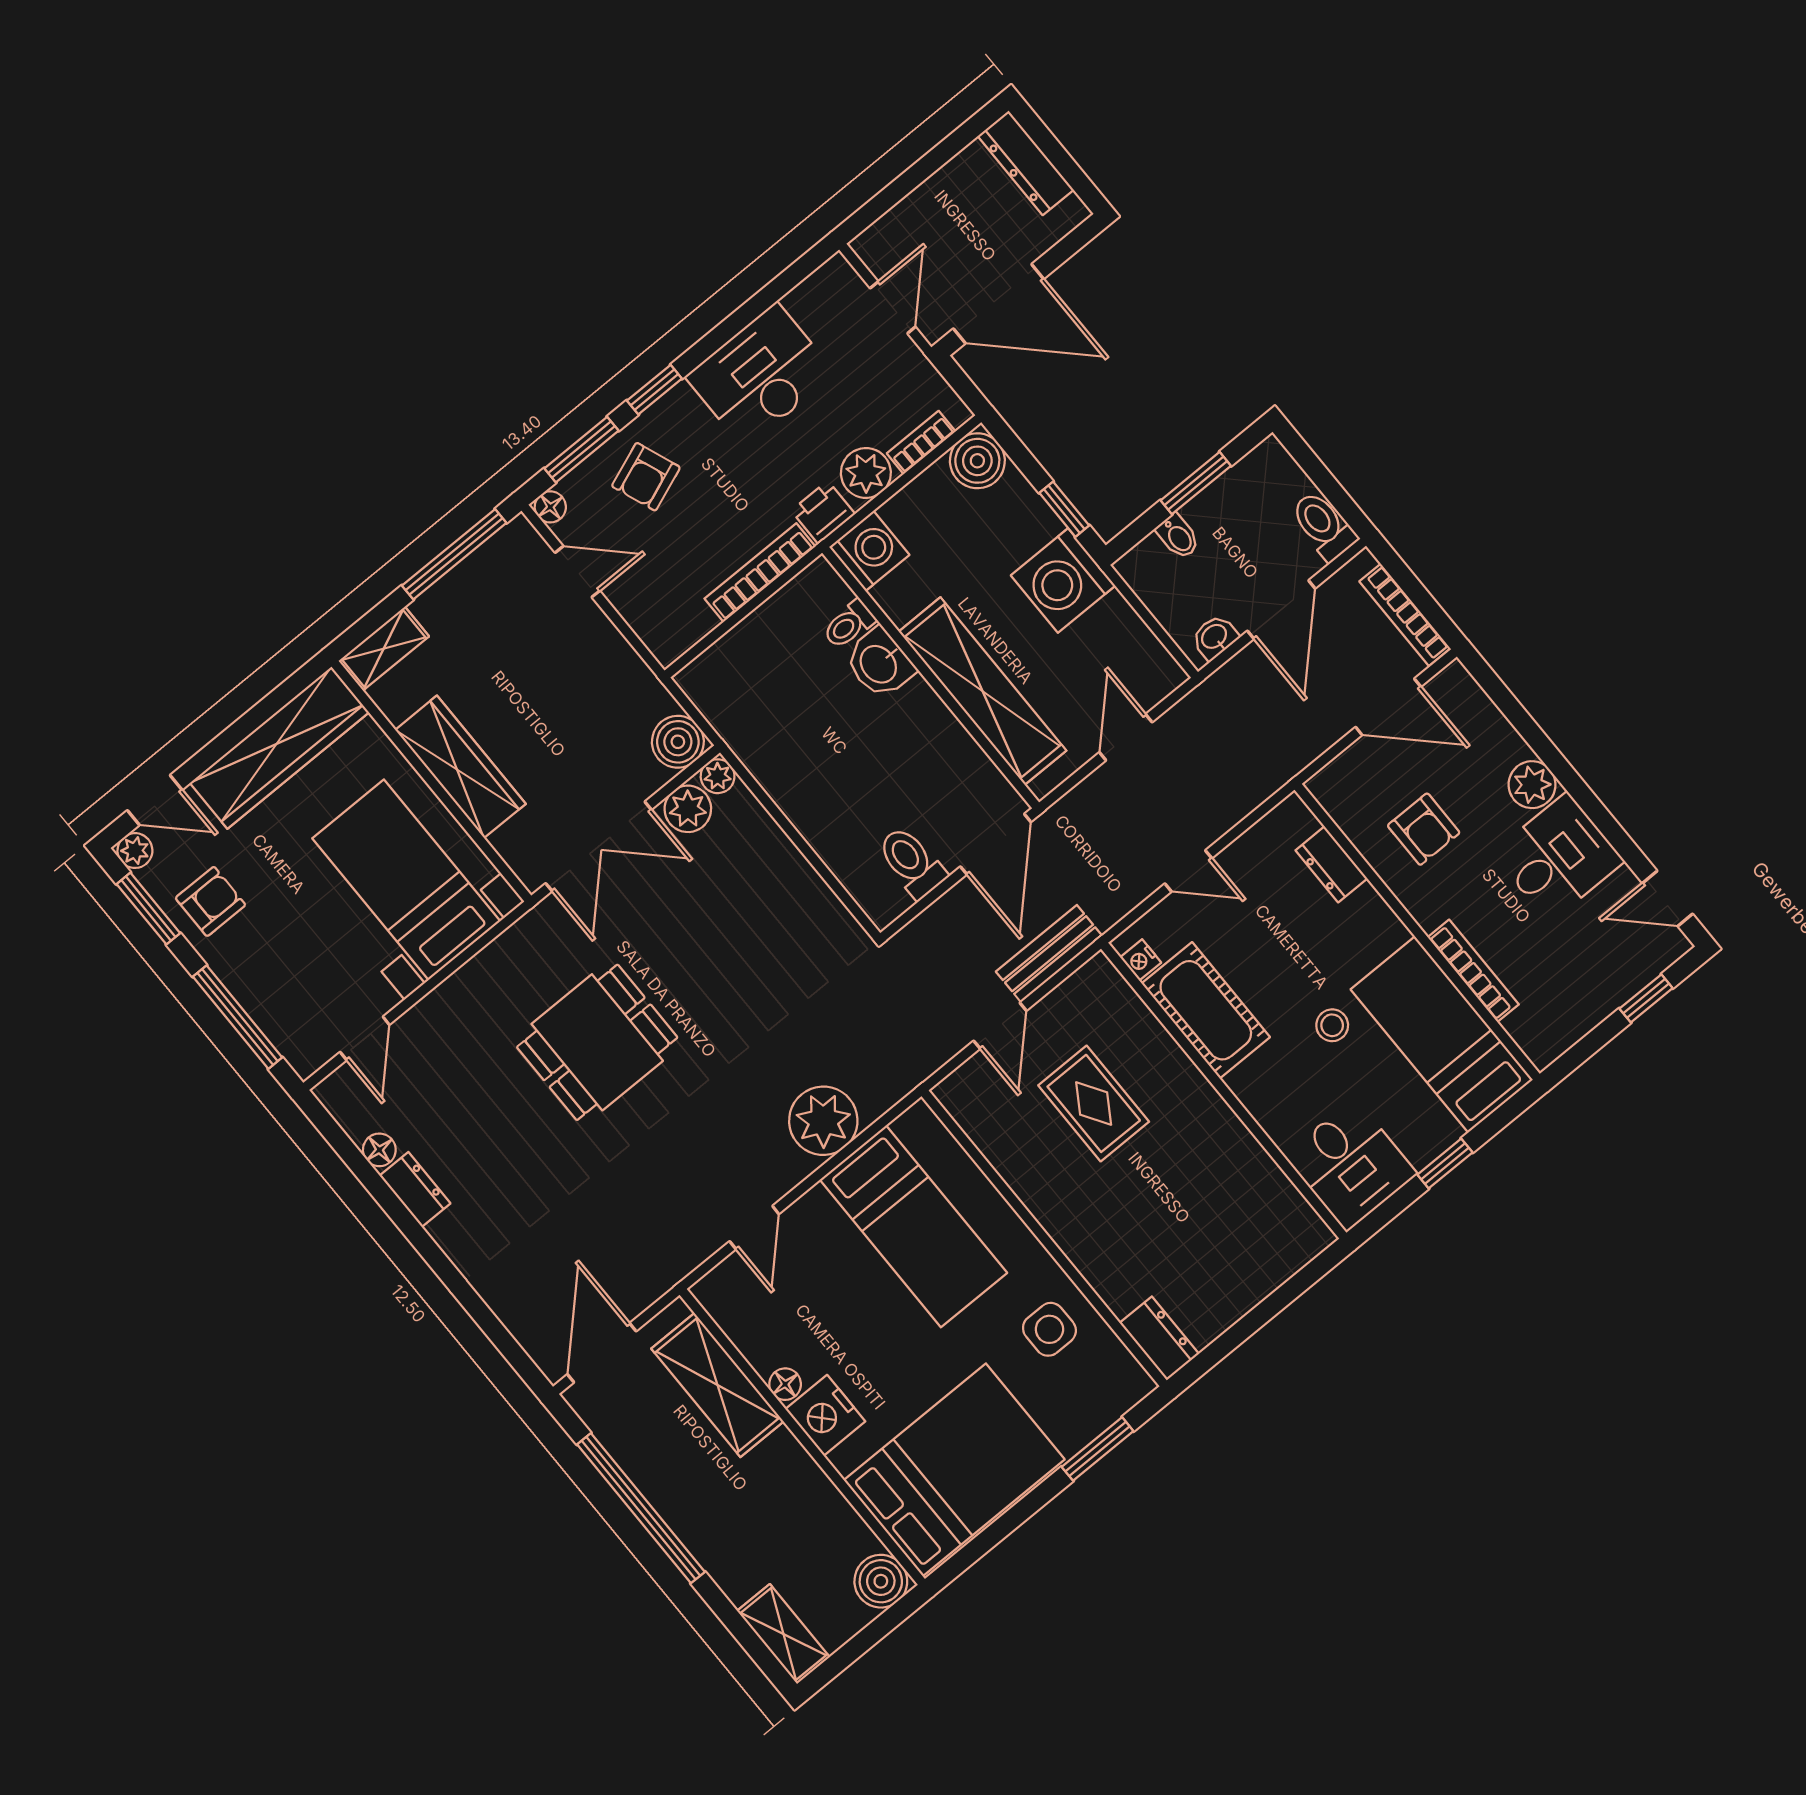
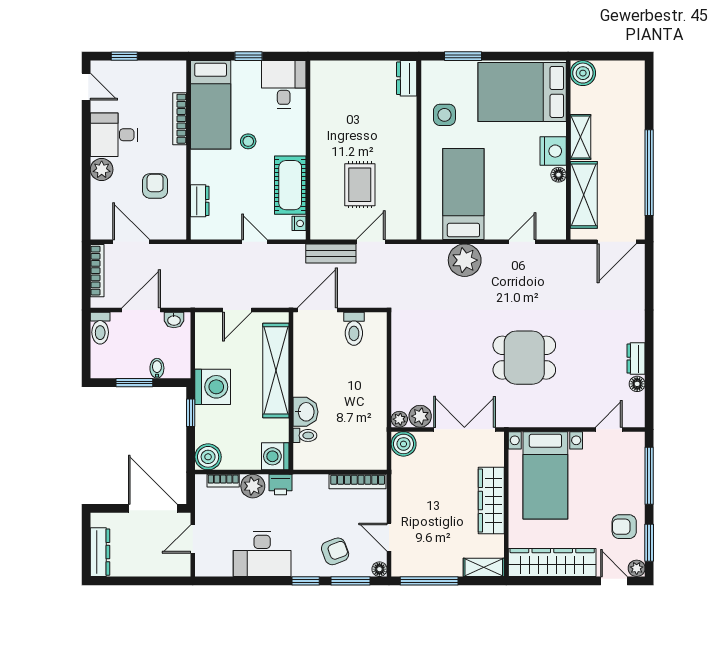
bookcase: (760, 573) -> (358, 481), moved
shelving: (783, 1634) -> (580, 137), moved

